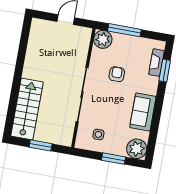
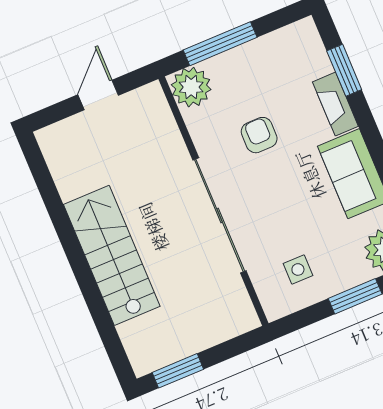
fireplace: (156, 63) -> (335, 104), moved
stairs: (27, 109) -> (112, 255), moved
window: (41, 145) -> (178, 371), moved

